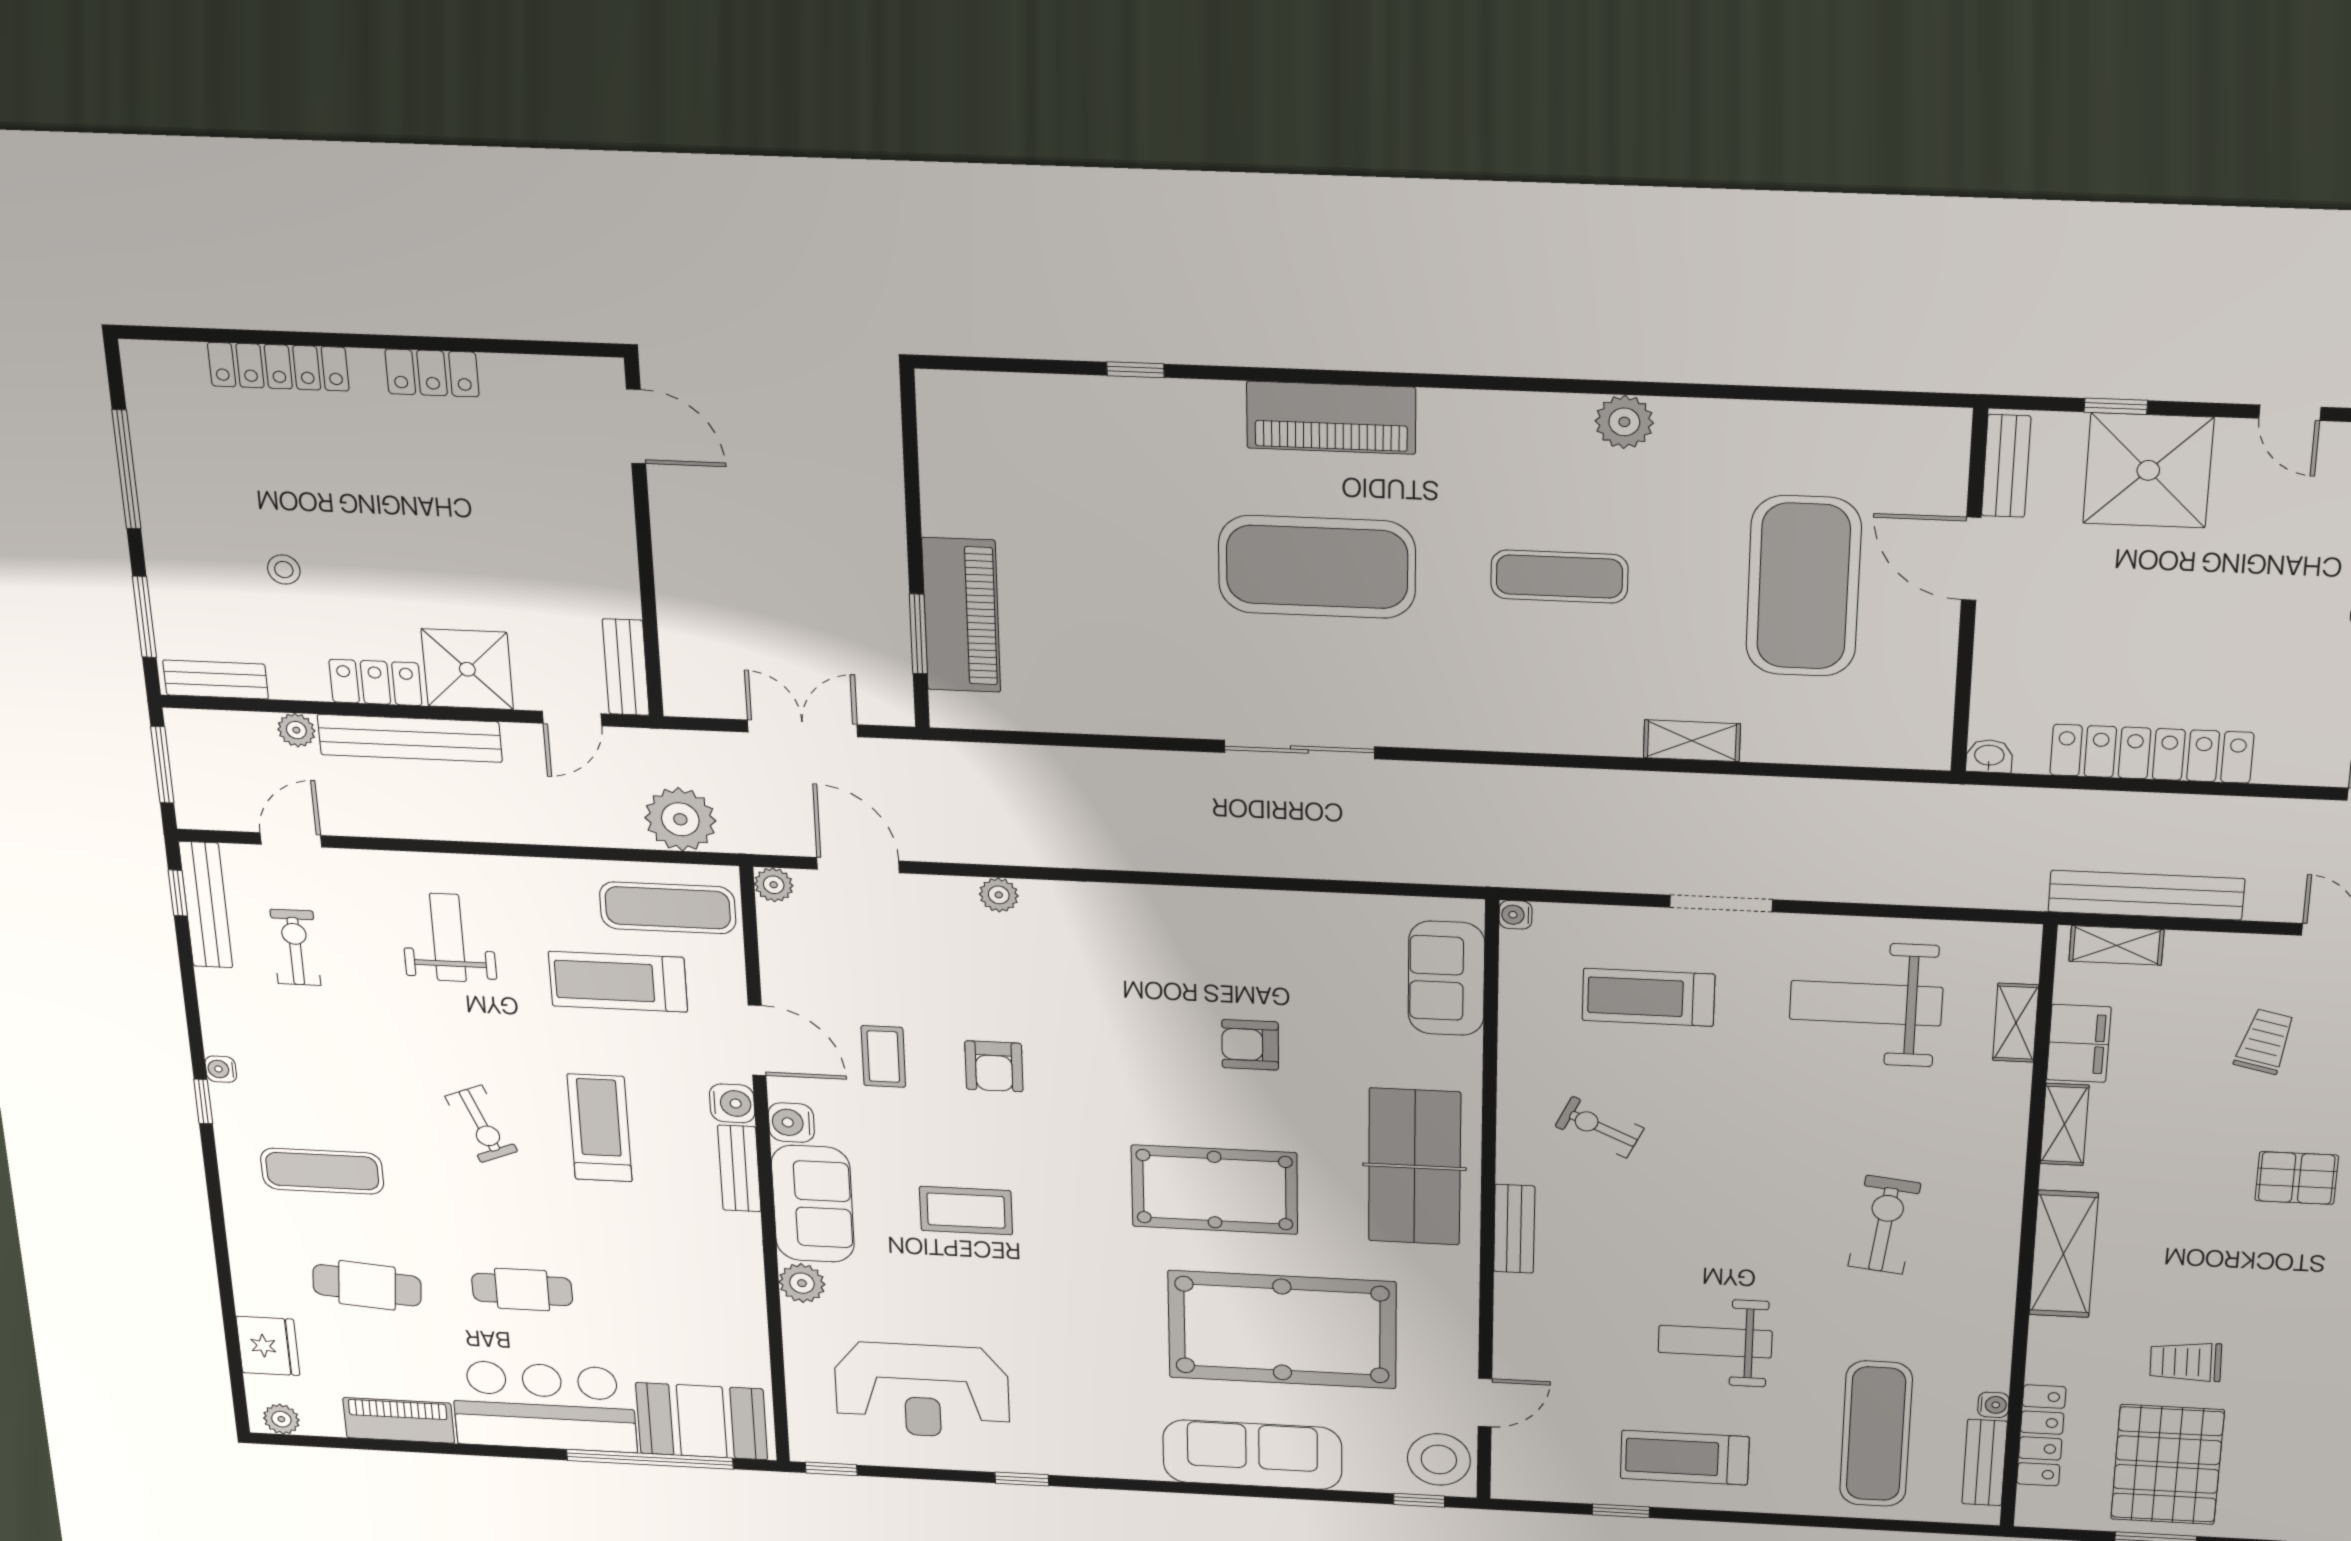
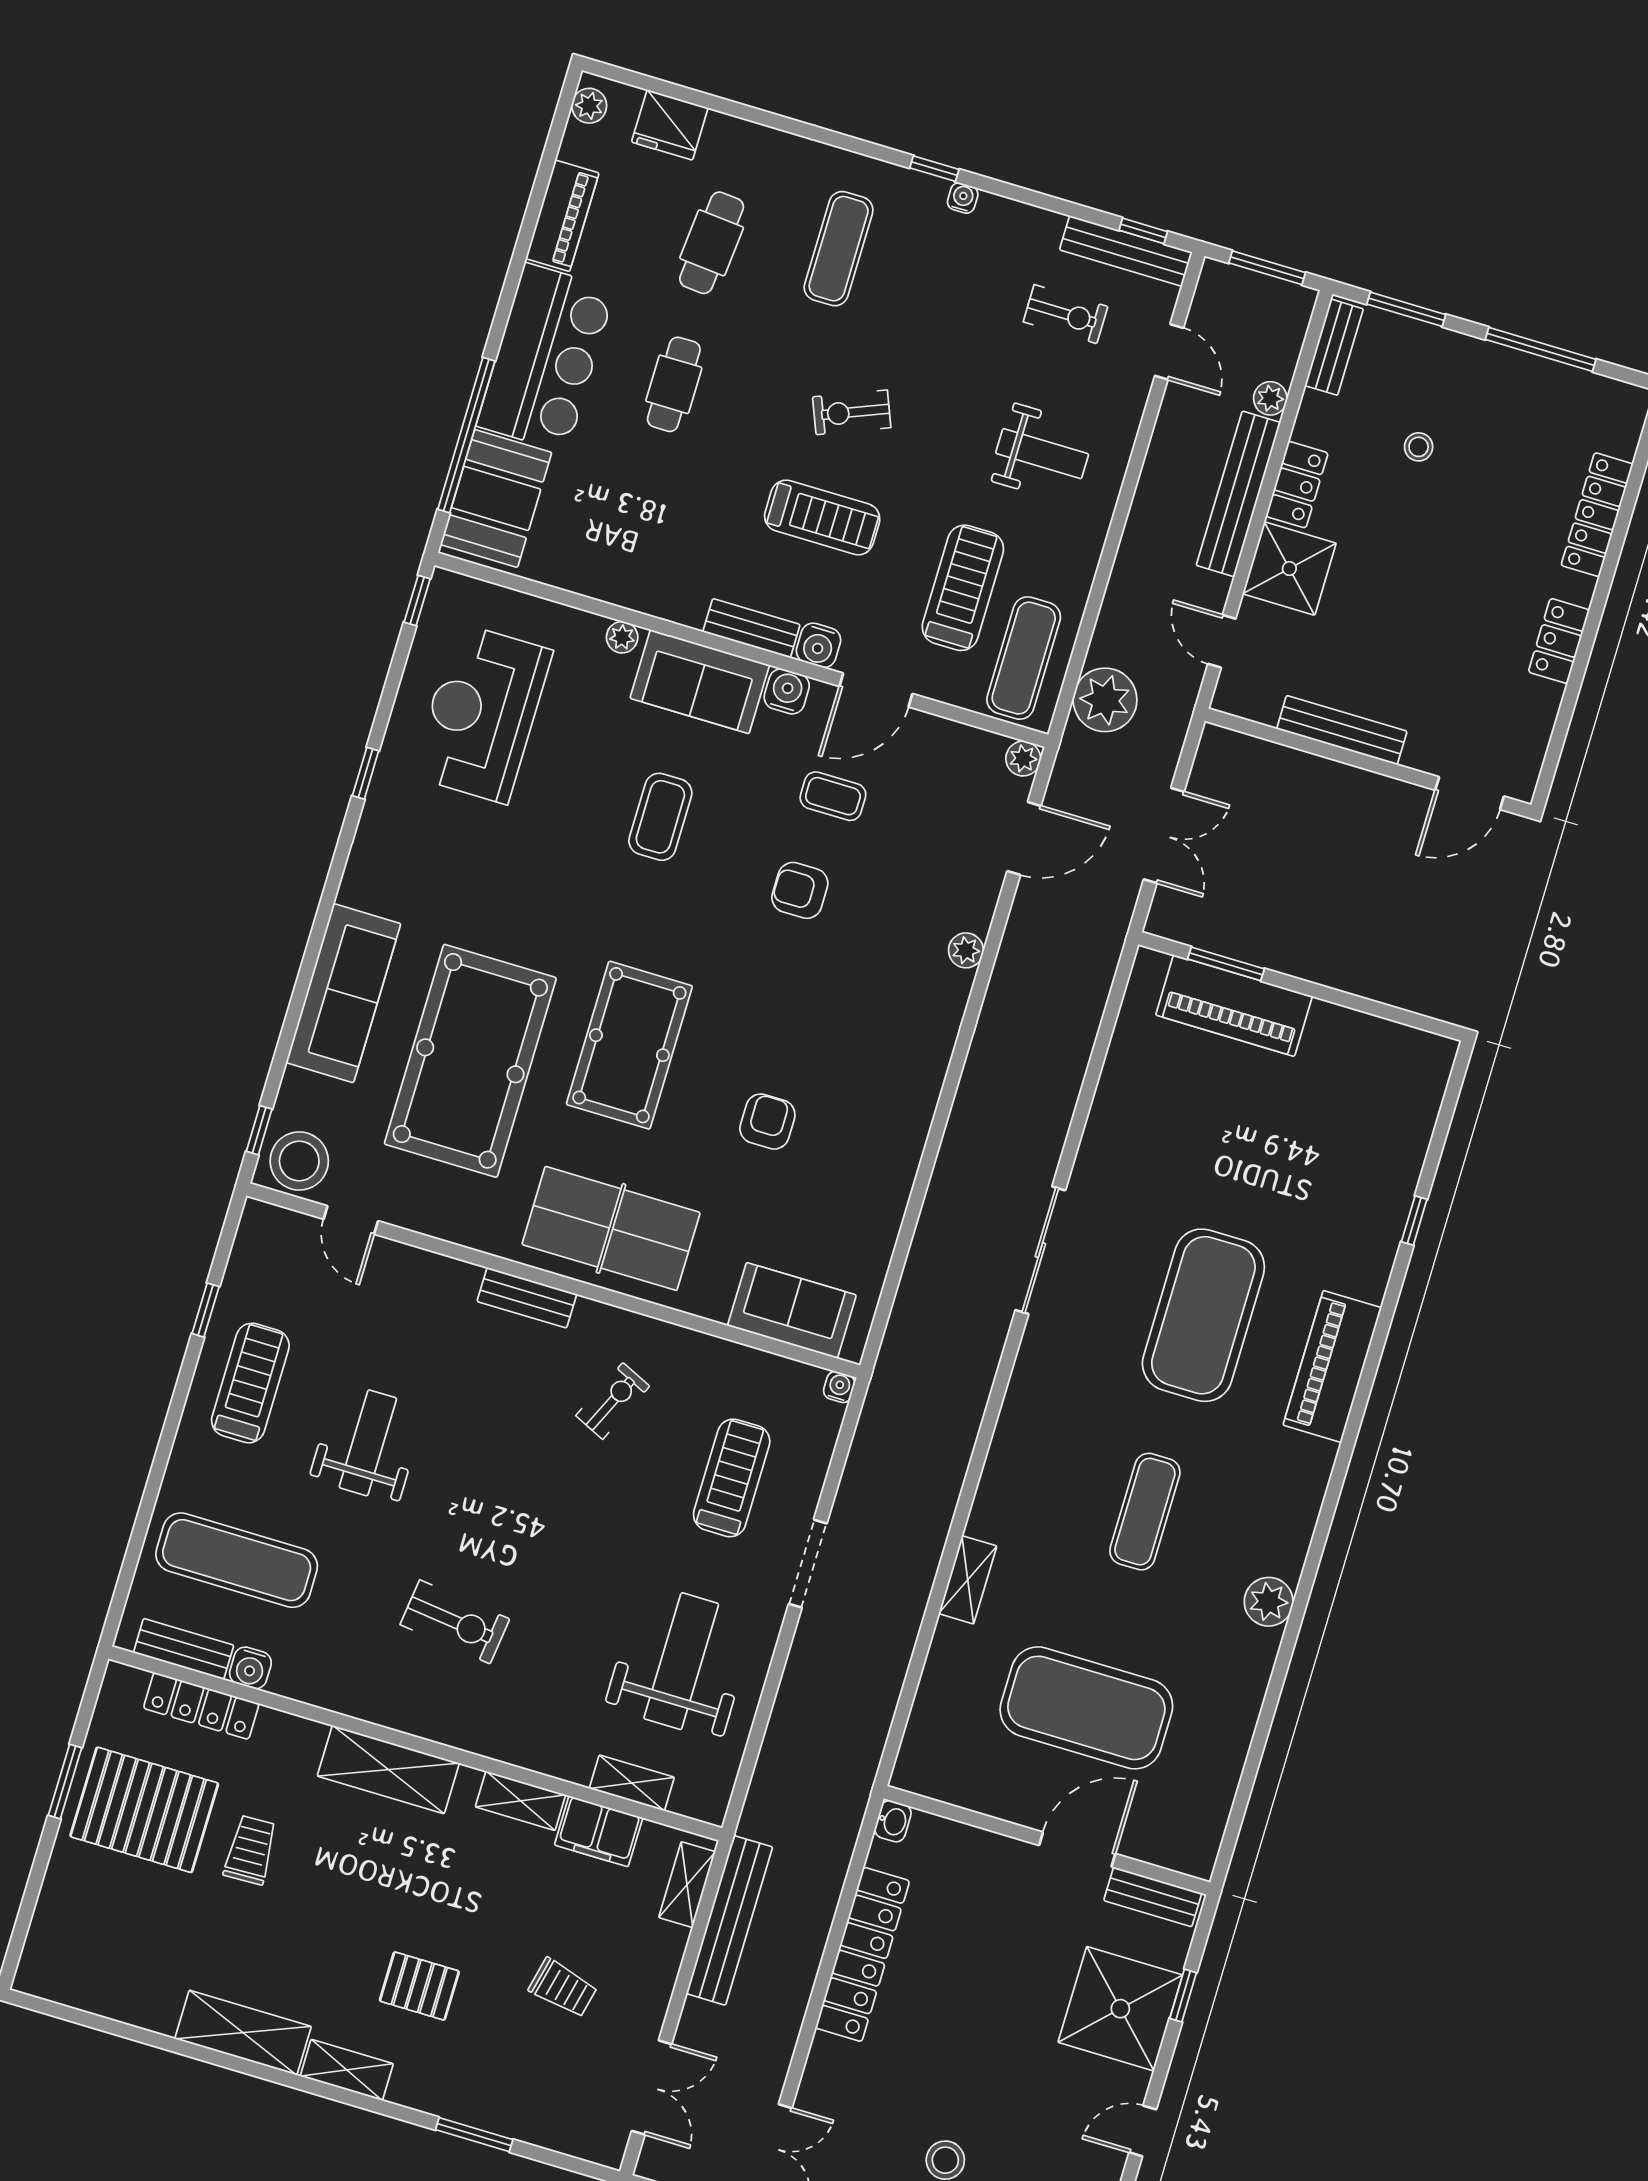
bench: (626, 667) -> (1342, 730), moved, width x1.36
pallet: (2297, 1178) -> (419, 1986), turned 90
plant: (802, 1283) -> (622, 637), width x0.73, depth x0.73
water cooler: (1993, 1405) -> (250, 1668), width x1.38, depth x1.38

